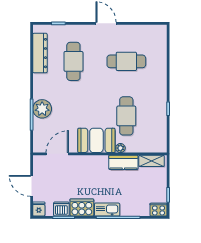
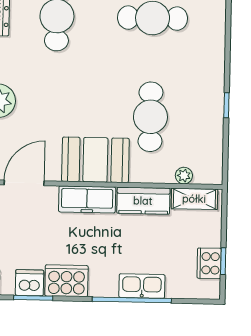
plant: (120, 148) -> (184, 176), moved
freezer: (92, 162) -> (87, 199), added
kitchen sink: (107, 210) -> (142, 286), moved
cooker: (159, 210) -> (209, 263), moved, turned -90

